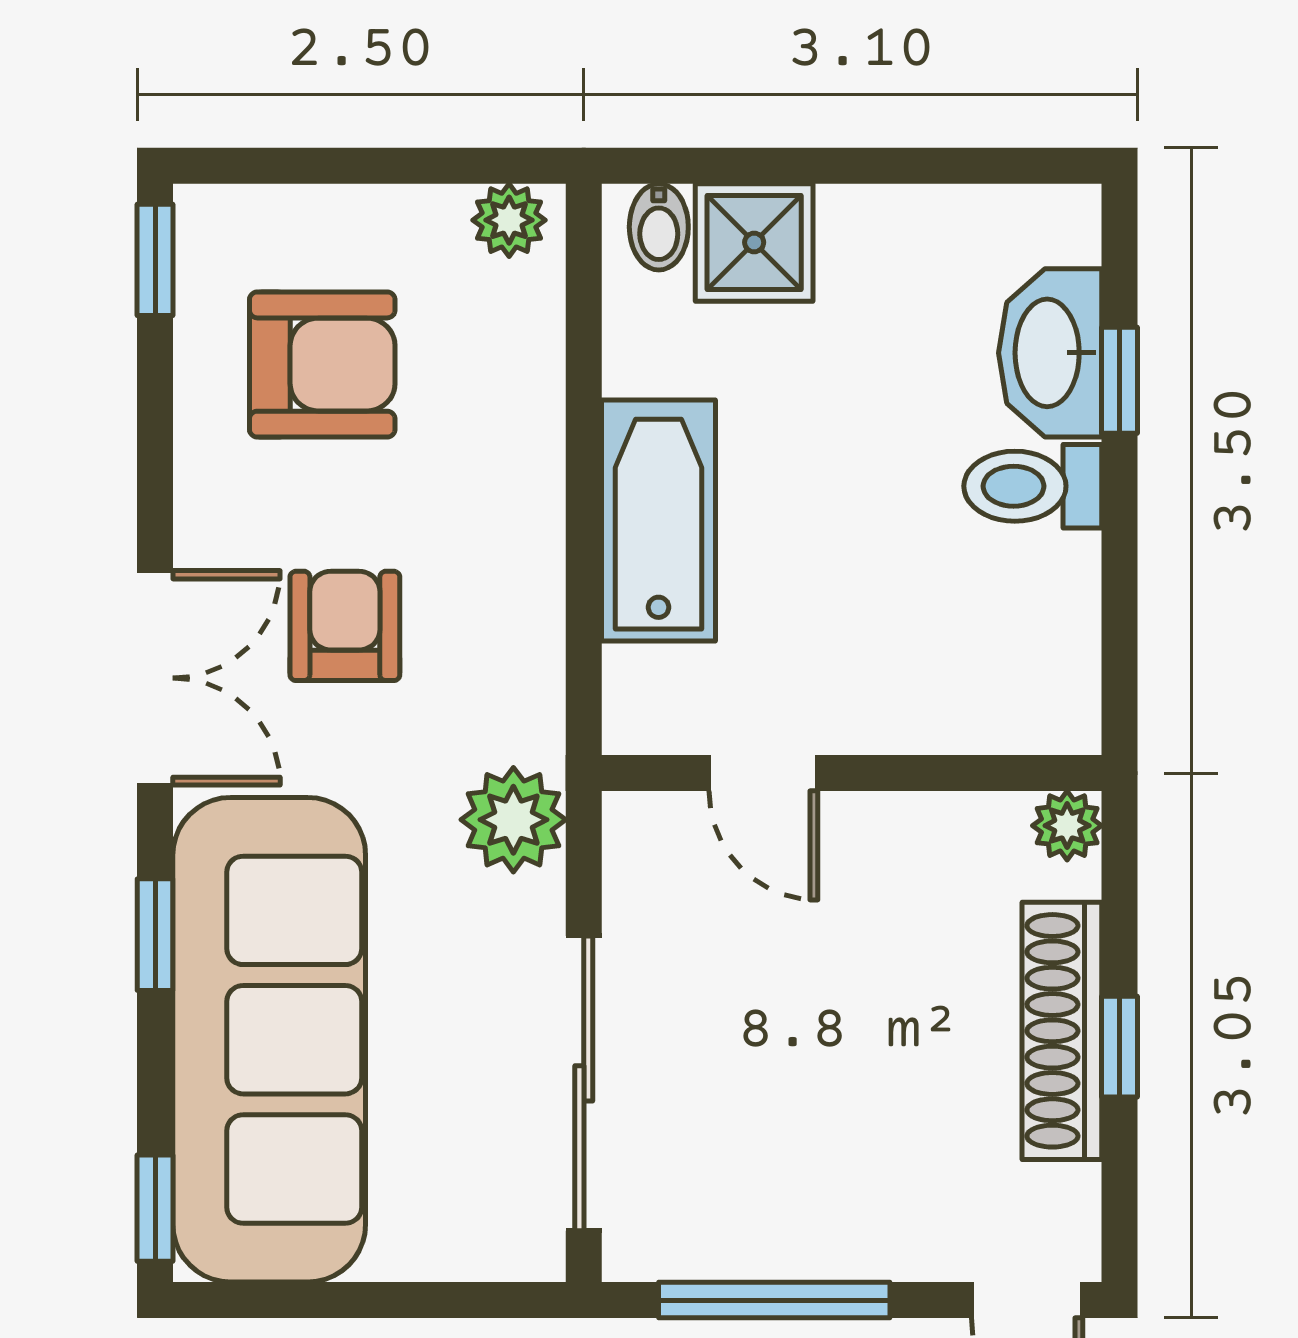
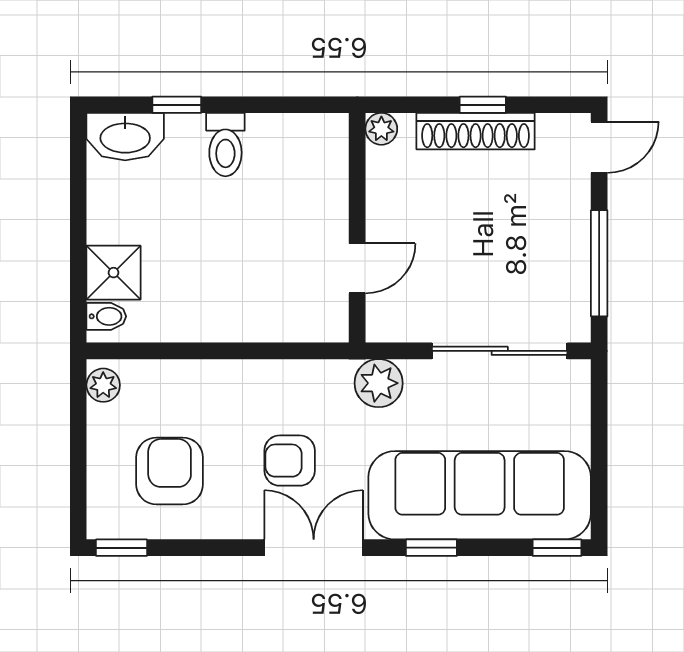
washbasin: (1050, 353) -> (125, 137), moved
bathtub: (659, 520) -> (241, 317), removed

